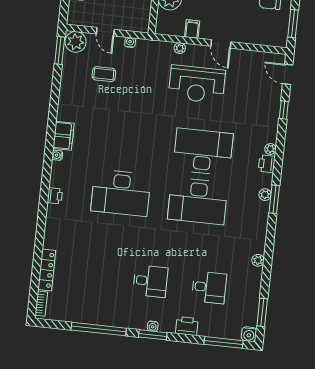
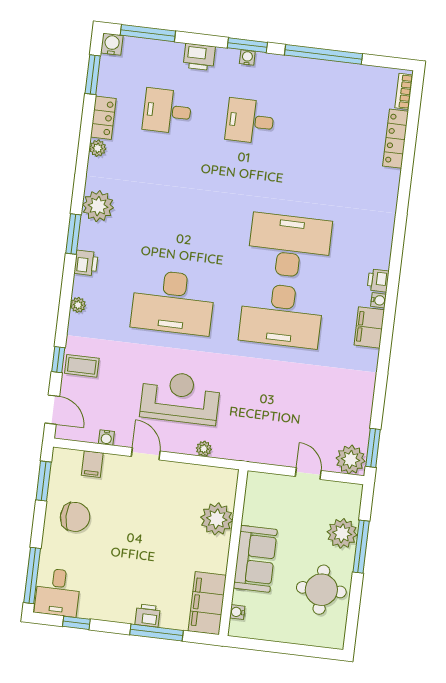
filing cabinet: (192, 29) -> (92, 464), moved
water cooler: (130, 42) -> (106, 438), moved
coffee table: (104, 74) -> (82, 366), moved
printer: (267, 164) -> (86, 263), moved
plant: (265, 195) -> (98, 206), moved, width x1.88, depth x1.88
printer: (55, 196) -> (378, 280), moved
desk: (198, 201) -> (281, 315), moved, turned 180
locker: (254, 282) -> (103, 118), added

